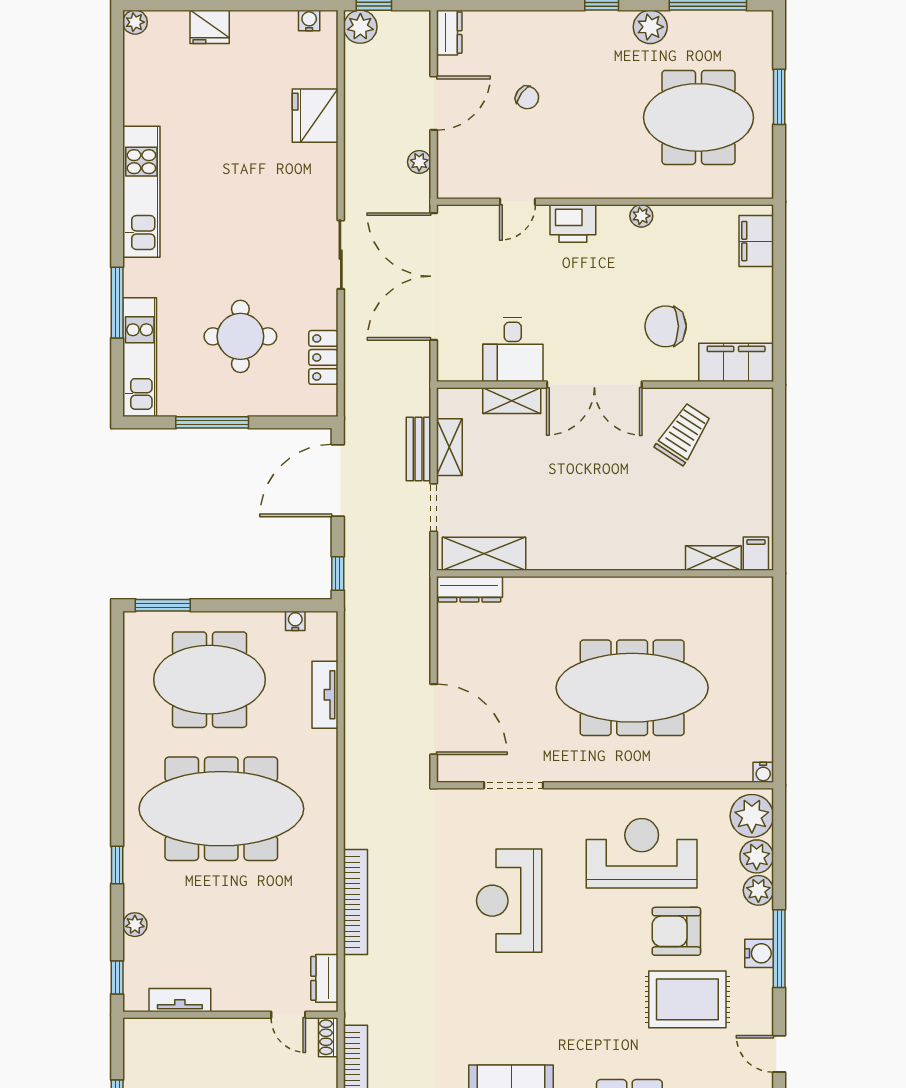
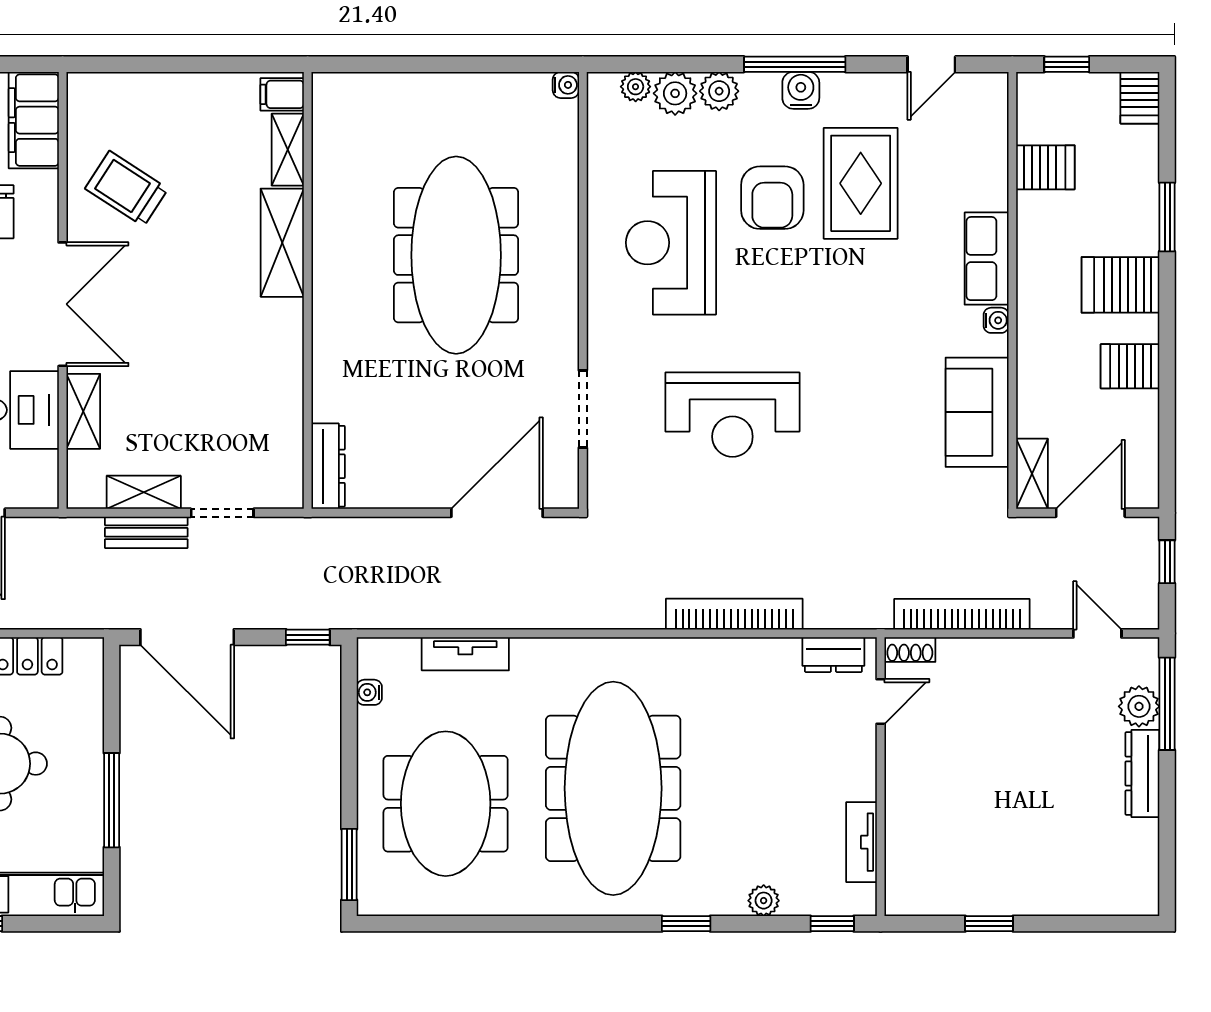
shelving: (484, 554) -> (282, 243), moved
plant: (752, 816) -> (636, 87), width x0.53, depth x0.53

